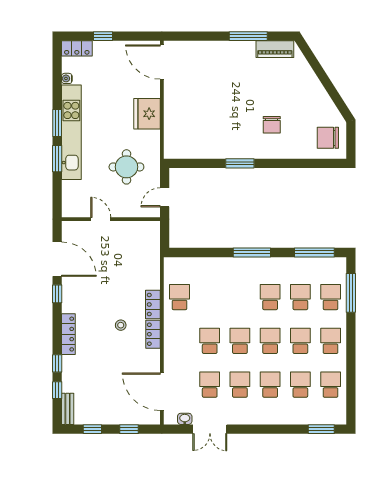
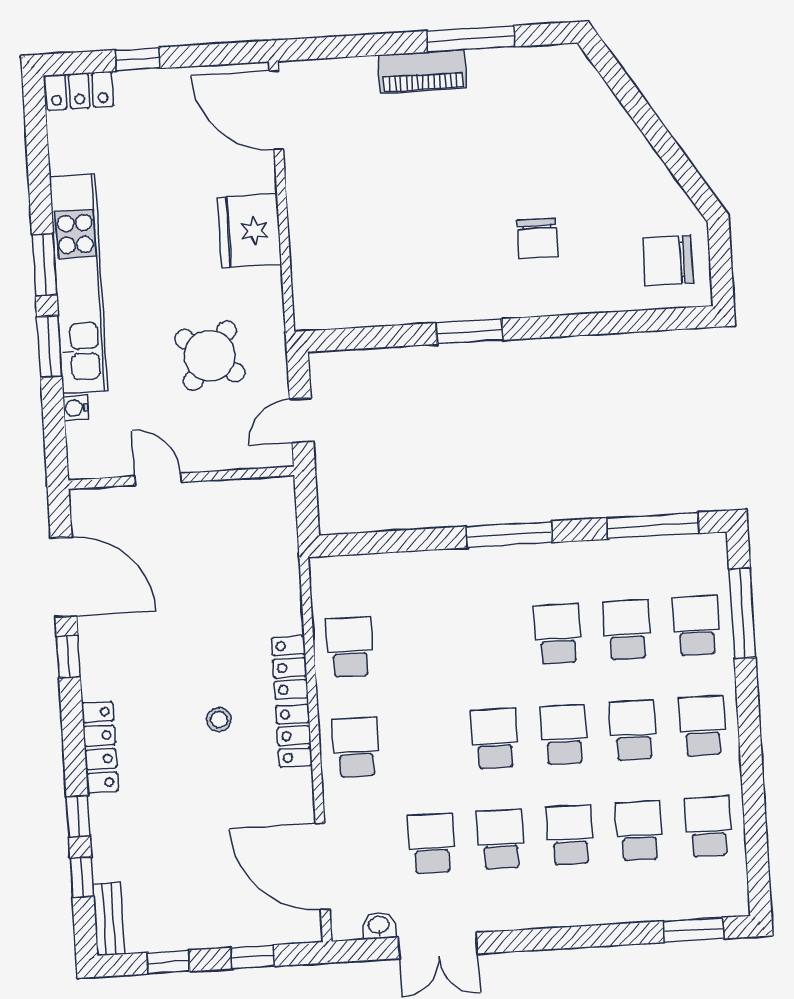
piano: (275, 49) -> (422, 72), moved
water cooler: (67, 78) -> (76, 408), moved
round table: (126, 167) -> (210, 356), turned 37
school desk: (210, 341) -> (356, 747), moved

